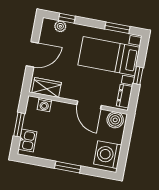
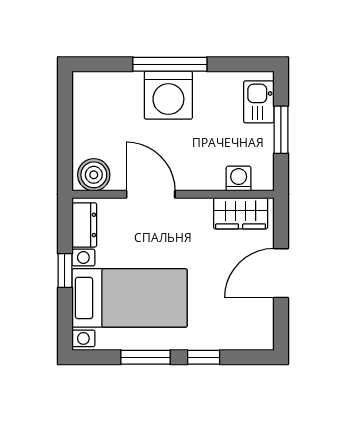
window: (67, 18) -> (204, 357), moved
plant: (60, 26) -> (236, 339), removed
window: (117, 28) -> (146, 357), moved
washing machine: (108, 155) -> (168, 95), moved, turned 90
window: (68, 167) -> (170, 64), width x1.44

